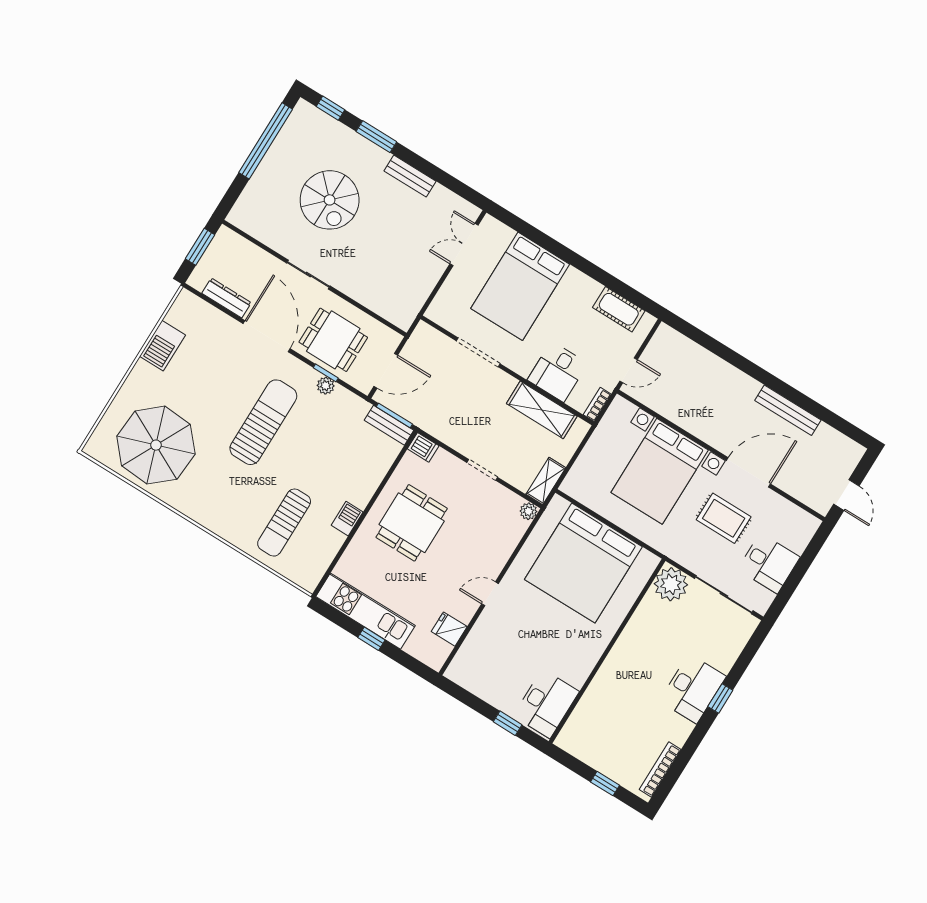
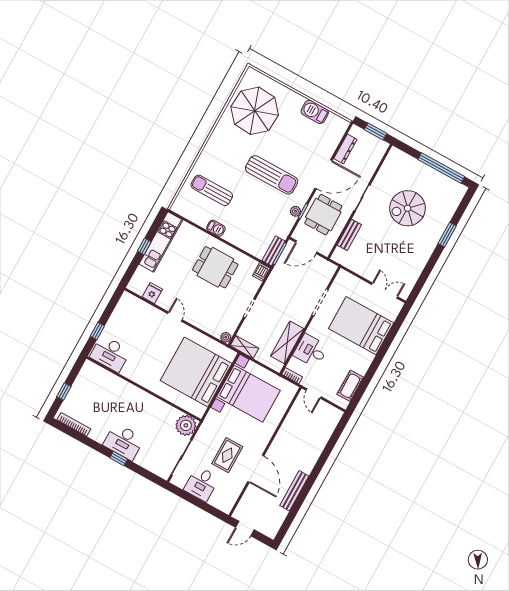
window: (330, 108) -> (463, 206), removed
bench: (410, 176) -> (349, 235), moved
door: (386, 371) -> (306, 247), hinge flipped
bed with nightstands: (660, 471) -> (248, 394), moved, turned 180

